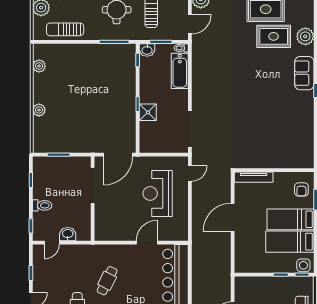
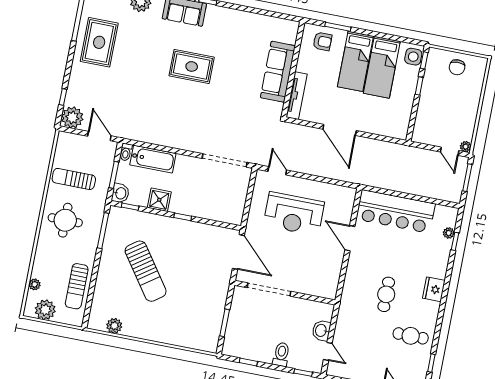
rug: (274, 36) -> (192, 66), moved, turned 90
sun lounger: (88, 83) -> (146, 271), added
plant: (39, 110) -> (167, 336), removed
shower: (148, 112) -> (159, 200), moved
sofa: (270, 158) -> (278, 72), added
cafe table: (107, 281) -> (386, 294), turned 64

